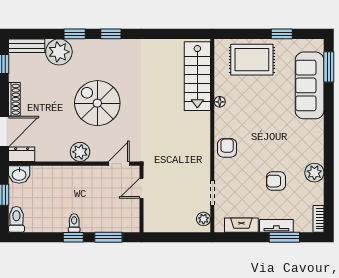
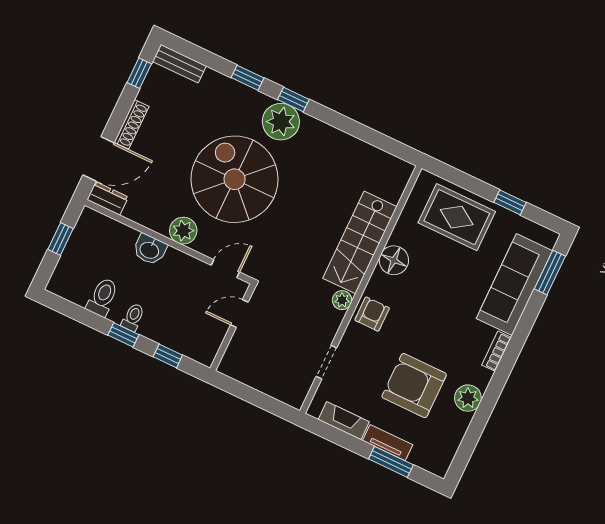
plant: (59, 52) -> (281, 122), moved
stairs: (197, 76) -> (360, 242), moved
floor lamp: (220, 102) -> (394, 260), width x1.89, depth x1.89
spiral stairs: (97, 103) -> (235, 179), width x1.37, depth x1.37
washbasin: (19, 174) -> (150, 250), moved
armchair: (276, 181) -> (414, 386), width x1.88, depth x1.88
toilet: (16, 219) -> (102, 297), moved
plant: (203, 219) -> (342, 300), moved
bookcase: (318, 219) -> (496, 351), moved
window: (108, 237) -> (168, 356), width x0.67

